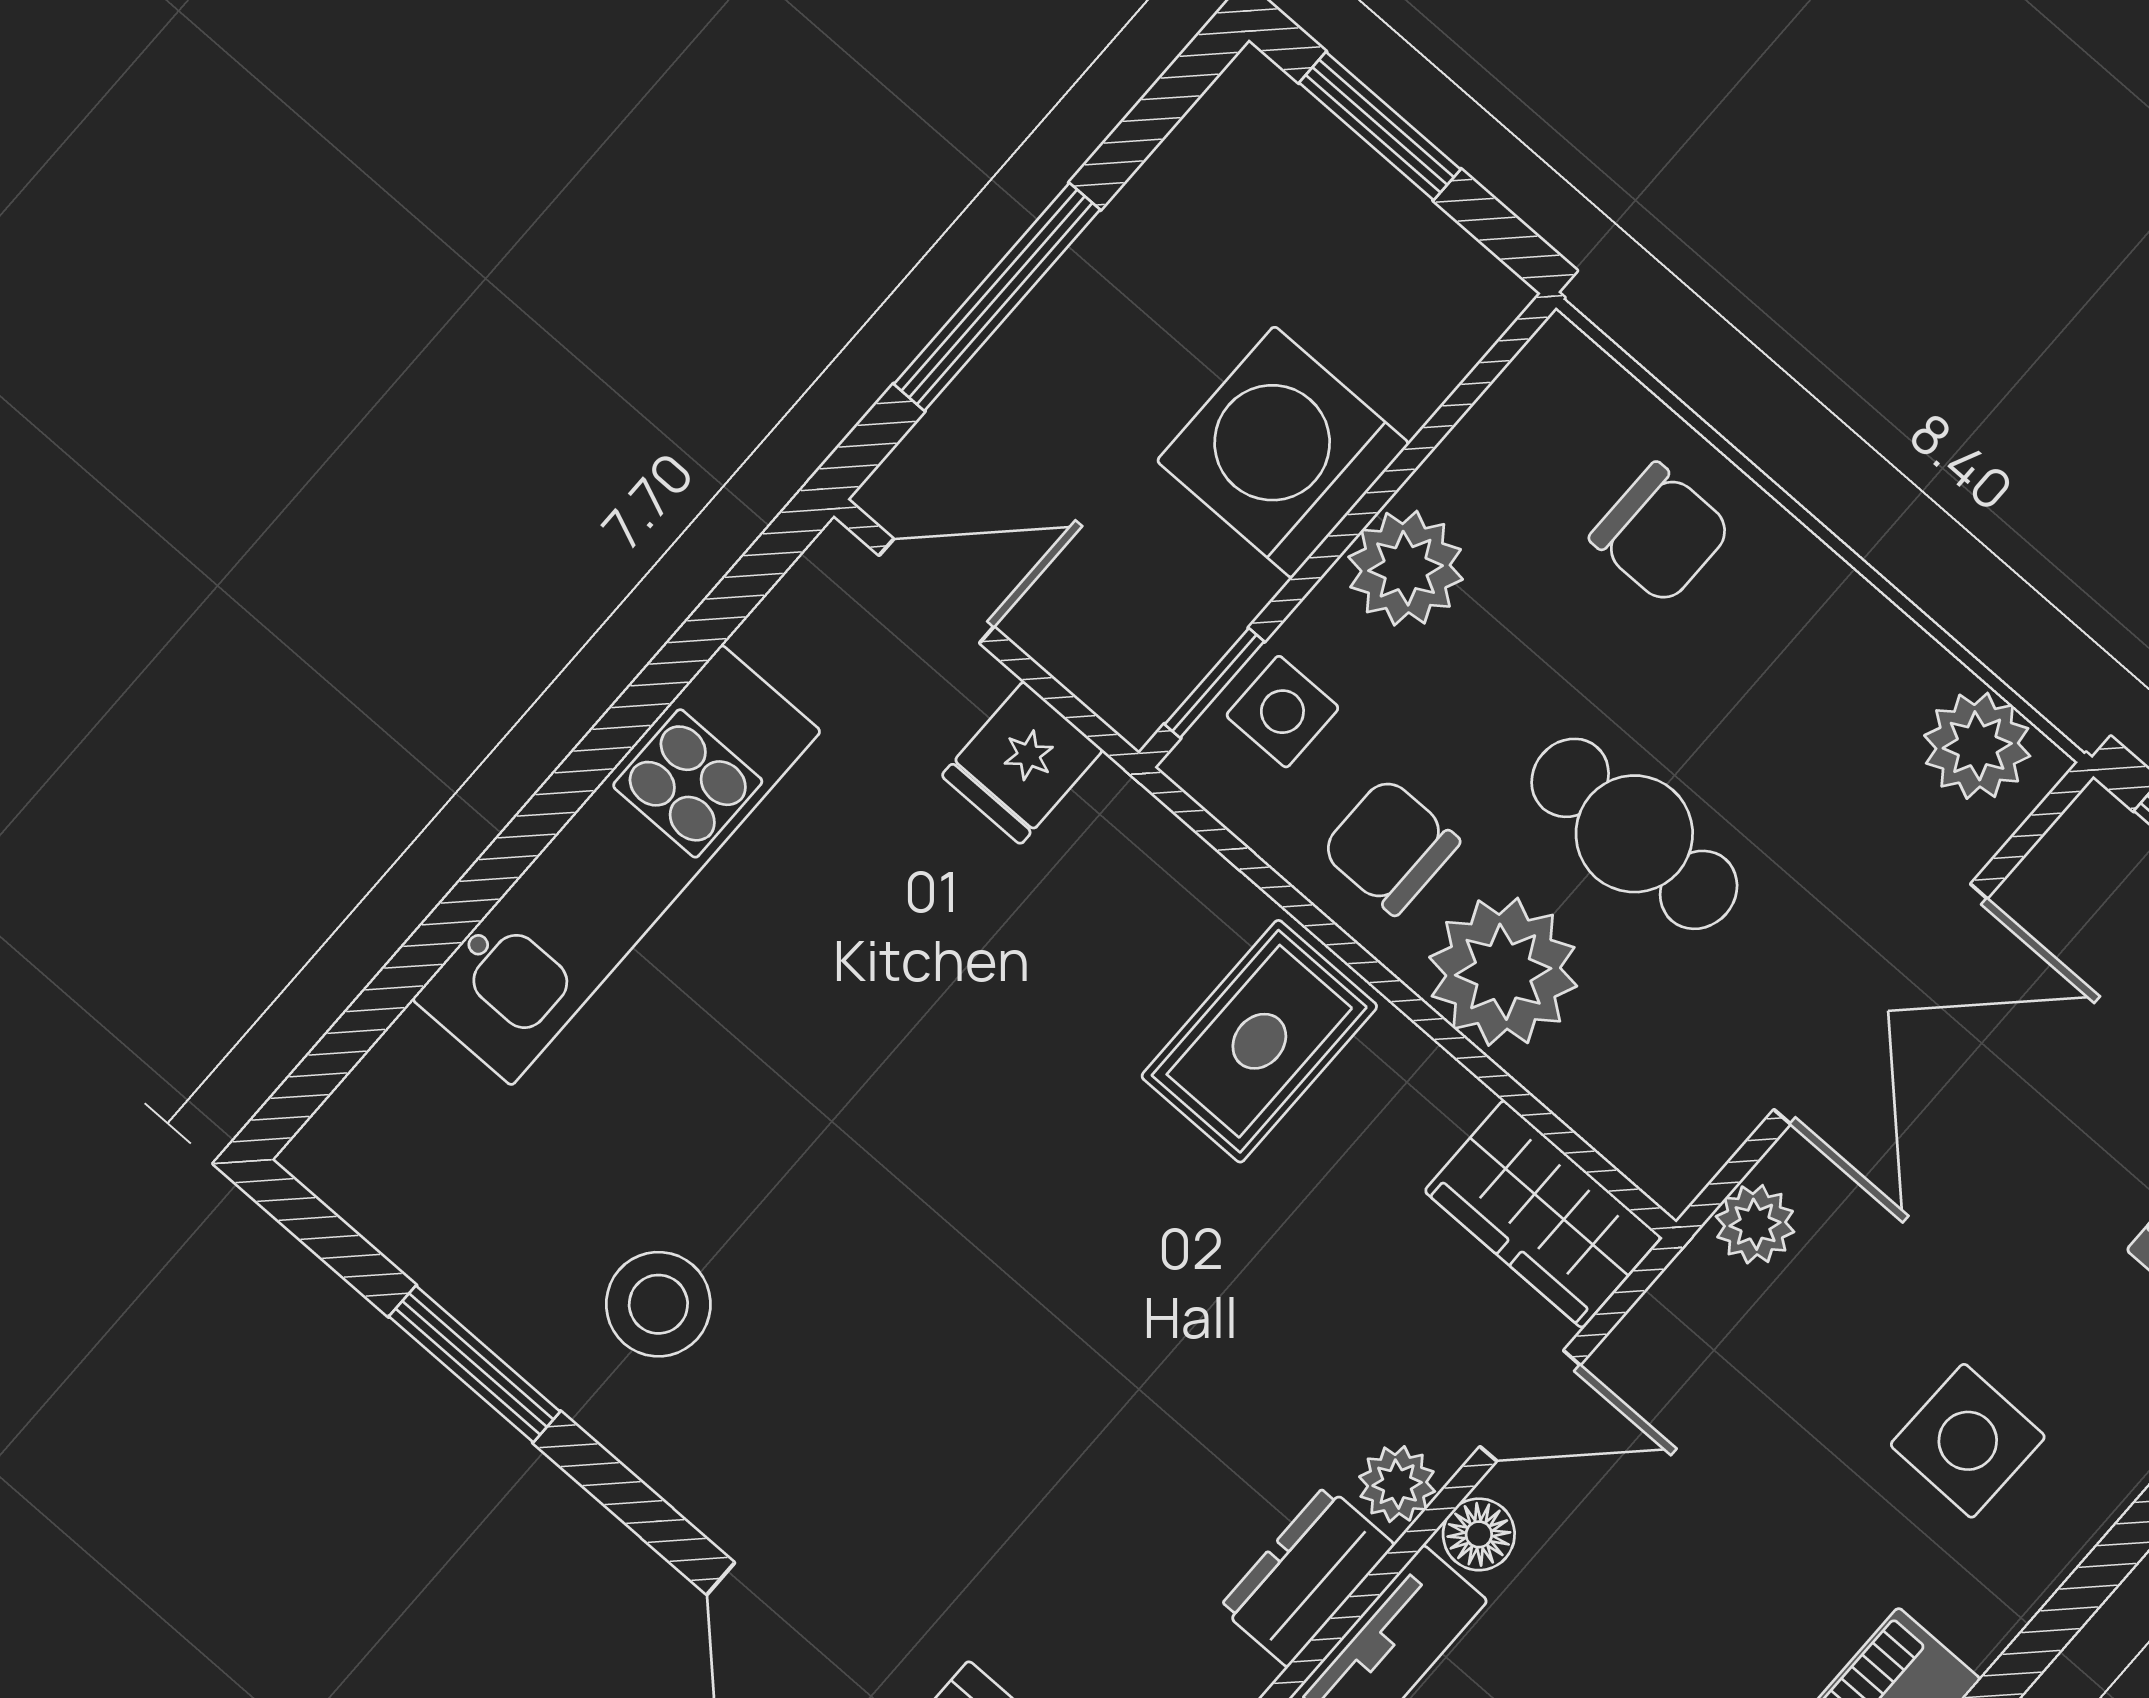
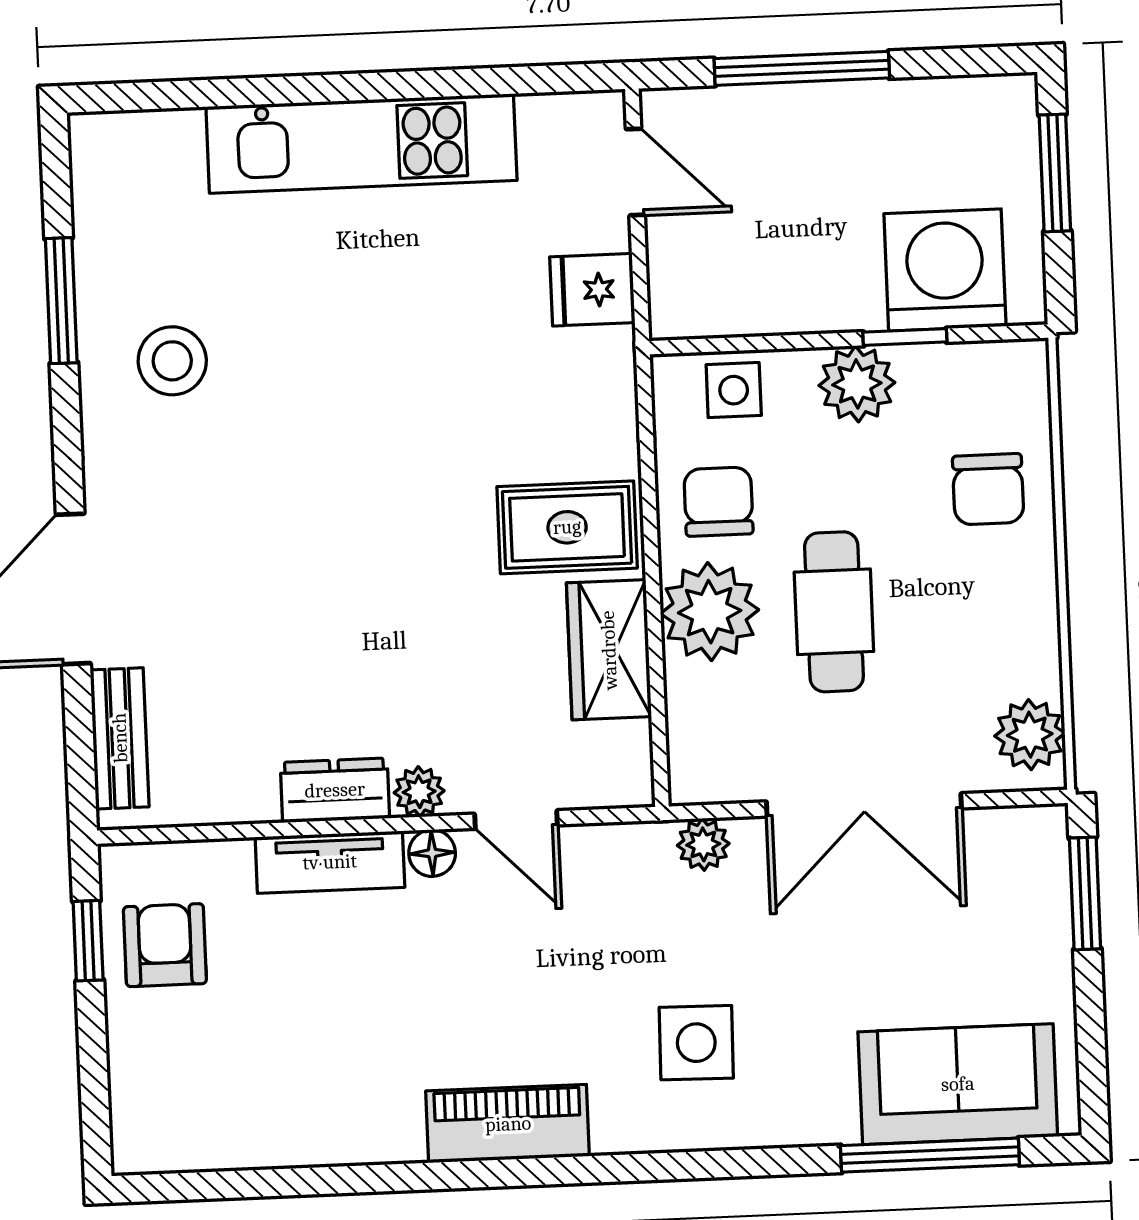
washing machine: (1283, 452) -> (945, 270), moved
window: (1214, 683) -> (905, 337), moved
wardrobe: (1543, 1214) -> (609, 650), moved

